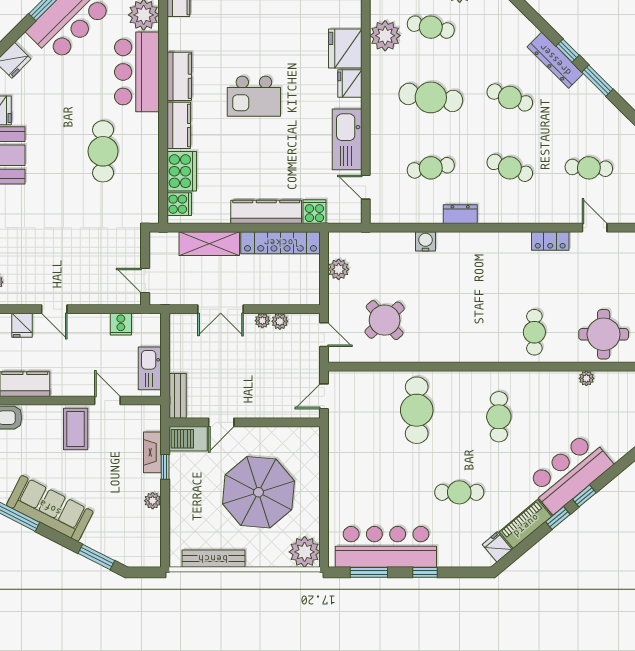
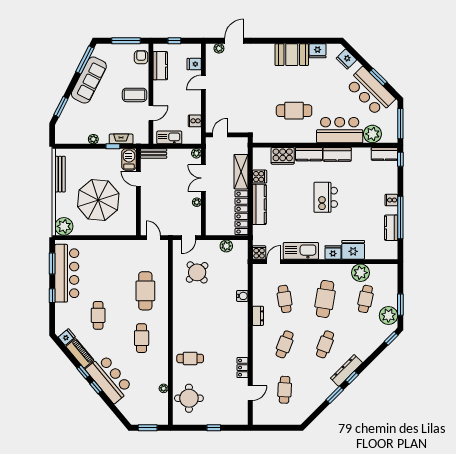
cooker: (179, 204) -> (260, 177), moved, turned -90
cooker: (314, 212) -> (259, 252), moved, turned -90
plant: (280, 321) -> (196, 153), moved
cafe table: (417, 410) -> (145, 291), turned 90
cafe table: (499, 417) -> (142, 338), turned 90

